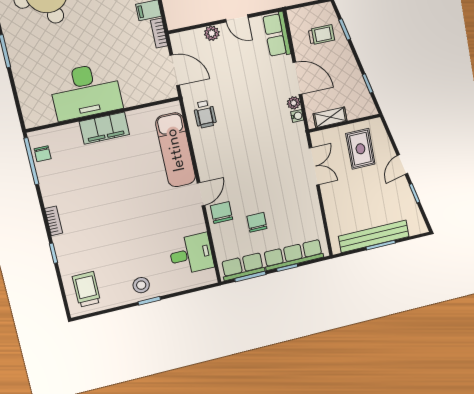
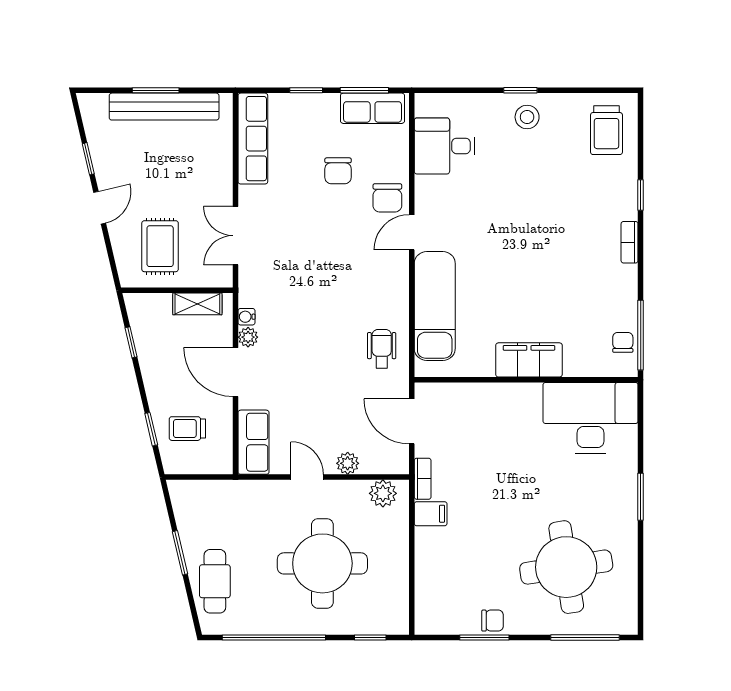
plant: (184, 18) -> (383, 493), added
desk: (86, 91) -> (591, 418), moved
row of seats: (293, 255) -> (253, 139), moved, turned -90

